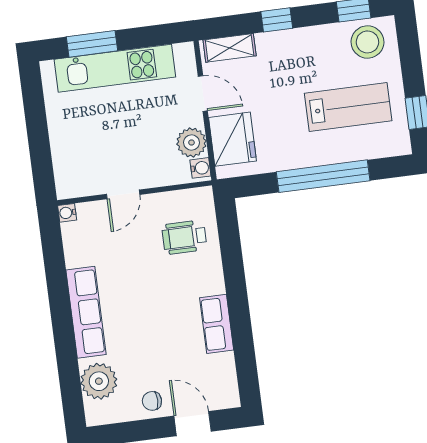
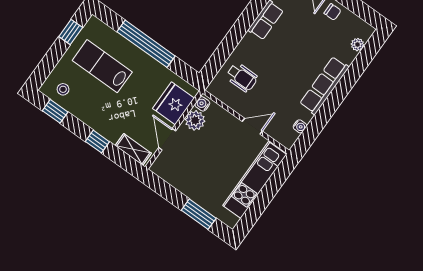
stool: (367, 42) -> (63, 89), width x0.53, depth x0.53
kitchen unit: (115, 68) -> (255, 180), moved, turned -90
water cooler: (67, 213) -> (300, 126), moved
plant: (99, 381) -> (357, 45), width x0.53, depth x0.53

